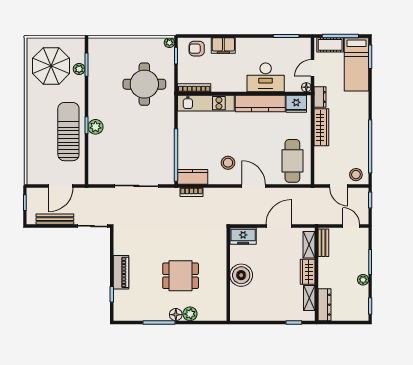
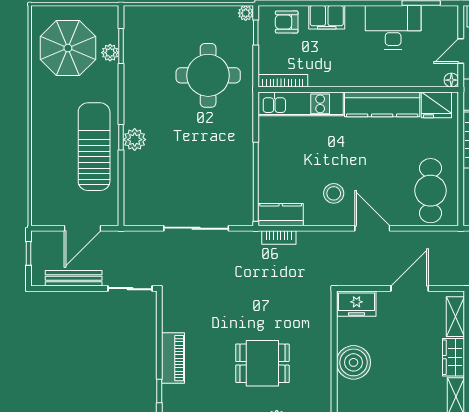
desk: (266, 77) -> (393, 27), moved, turned 180

